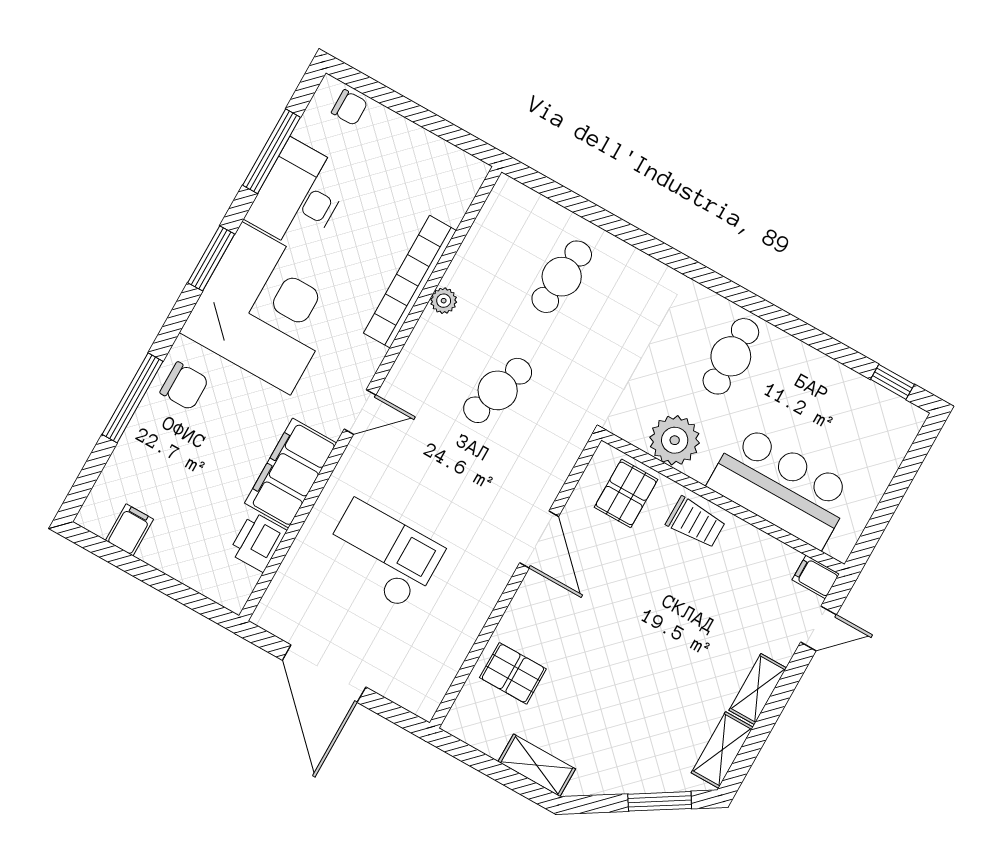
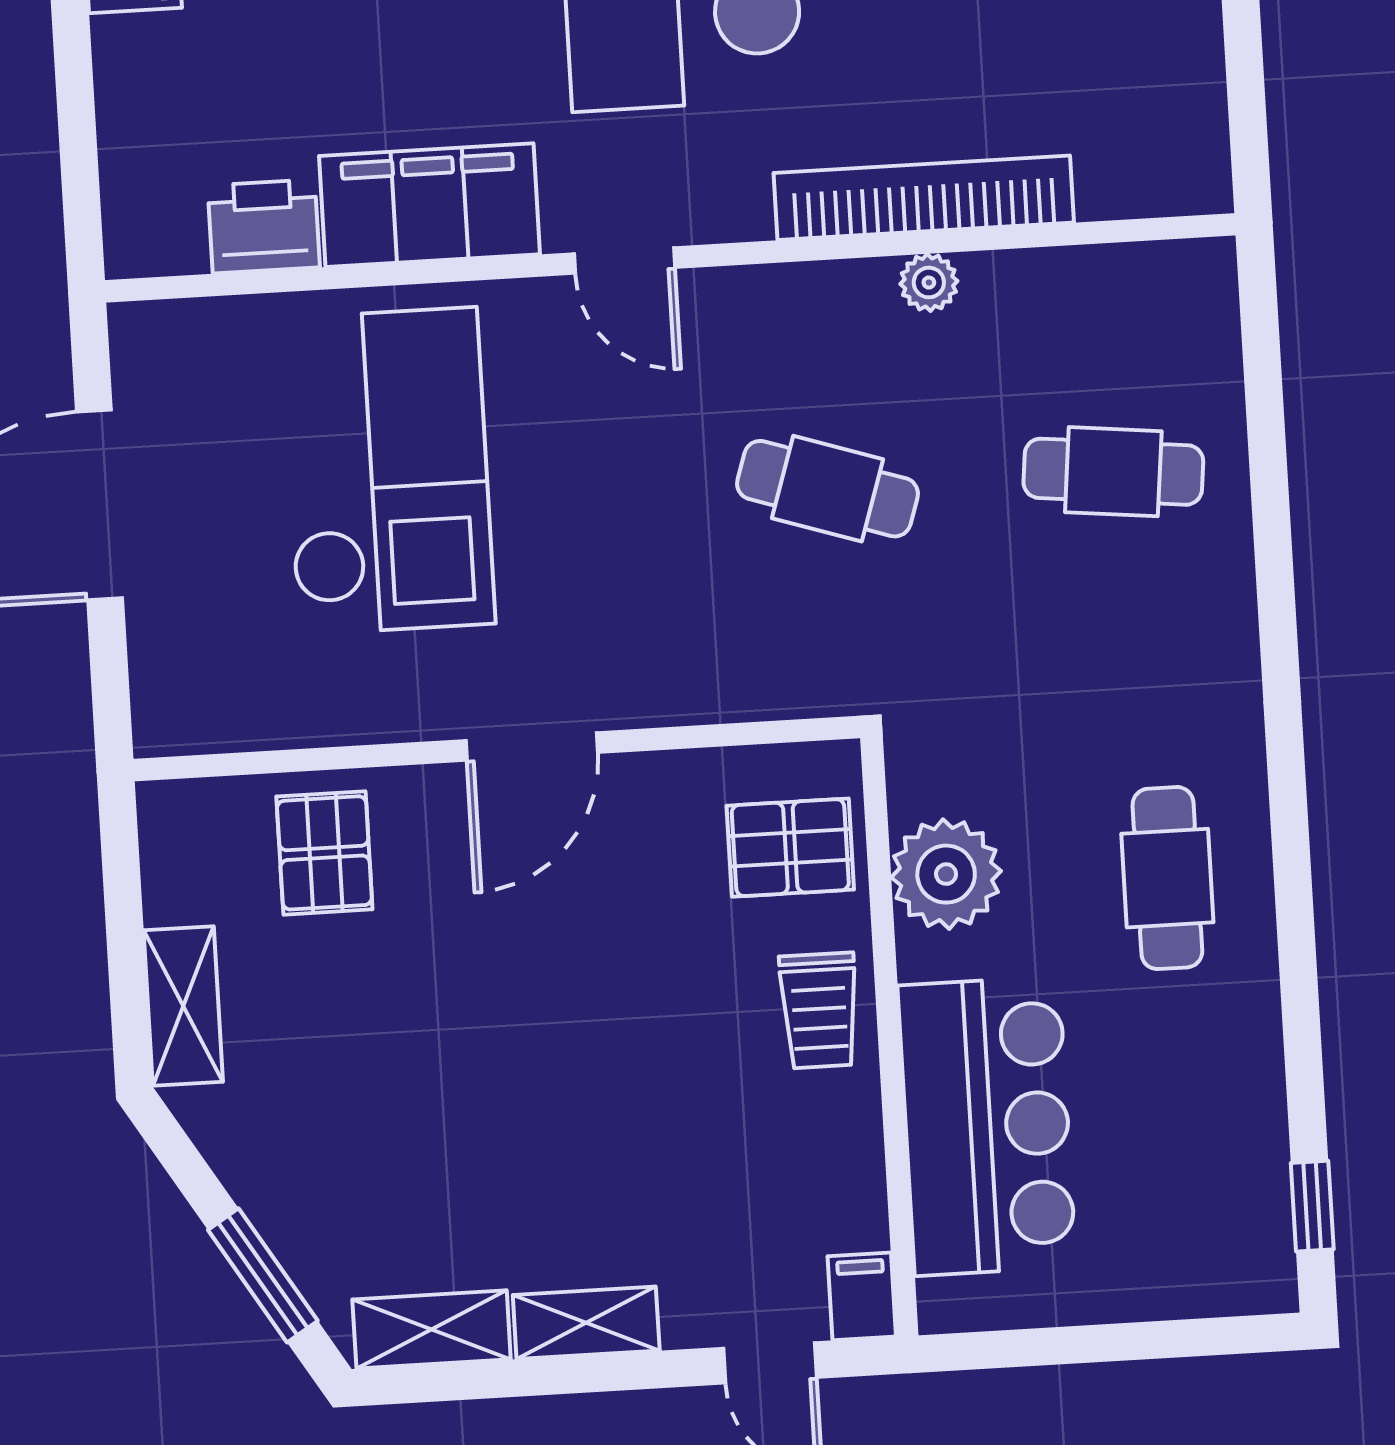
cafe table: (731, 356) -> (1167, 878), turned 90
door: (539, 540) -> (532, 746), moved
checkout: (382, 555) -> (387, 471), width x1.36, depth x1.21

